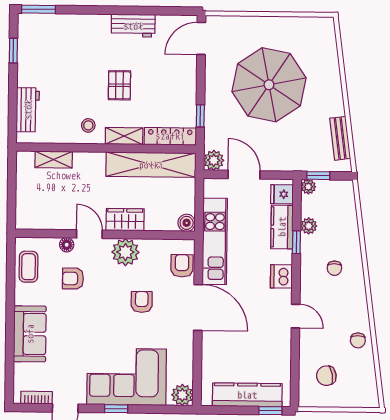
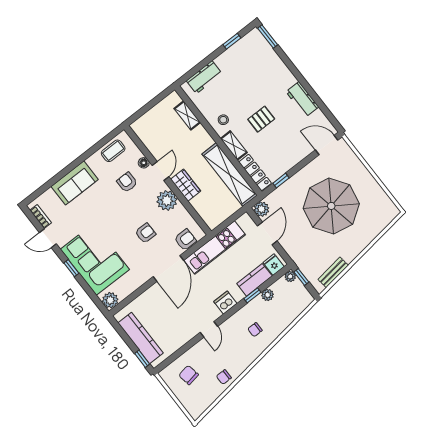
boiler: (187, 223) -> (212, 222), removed

